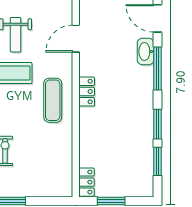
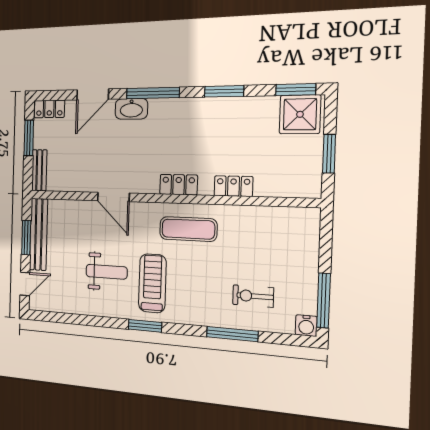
window: (158, 161) -> (296, 90), moved
shower: (140, 180) -> (300, 114), added
locker: (86, 182) -> (233, 186), moved

